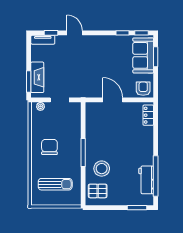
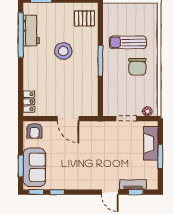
tv unit: (43, 40) -> (133, 185), moved
window: (29, 82) -> (160, 156), moved
stool: (102, 169) -> (63, 51), moved
sun lounger: (55, 184) -> (128, 42), moved

